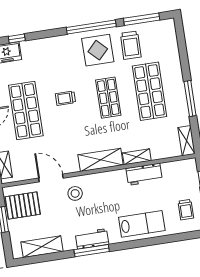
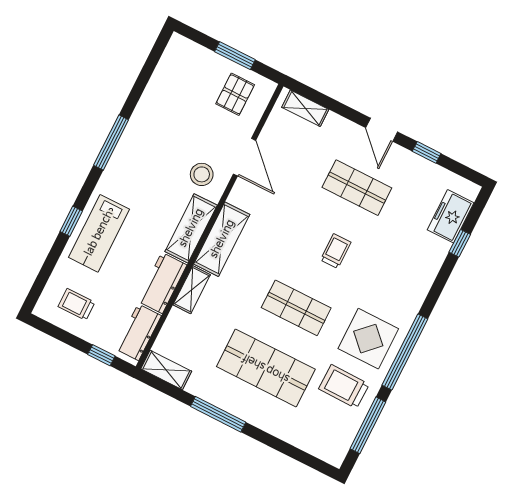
shop shelf: (26, 110) -> (357, 188), width x0.70, depth x0.74
door: (51, 178) -> (245, 157), hinge flipped
pallet: (23, 206) -> (235, 94), width x0.67, depth x0.71
workbench: (92, 239) -> (138, 332), moved, turned 180
window: (146, 242) -> (71, 221), added
shelving: (42, 247) -> (191, 228), moved

